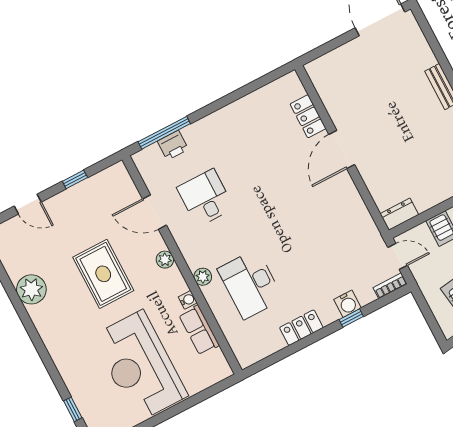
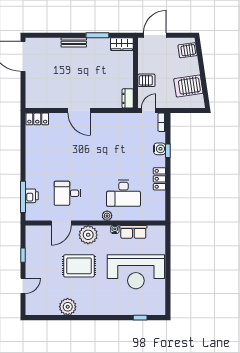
locker: (308, 116) -> (37, 119), moved
plant: (165, 260) -> (88, 235), width x1.88, depth x1.88

